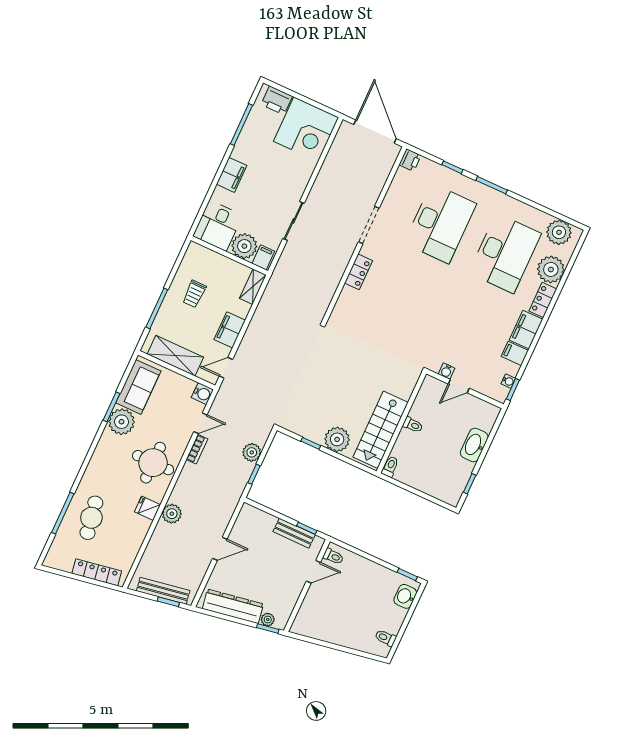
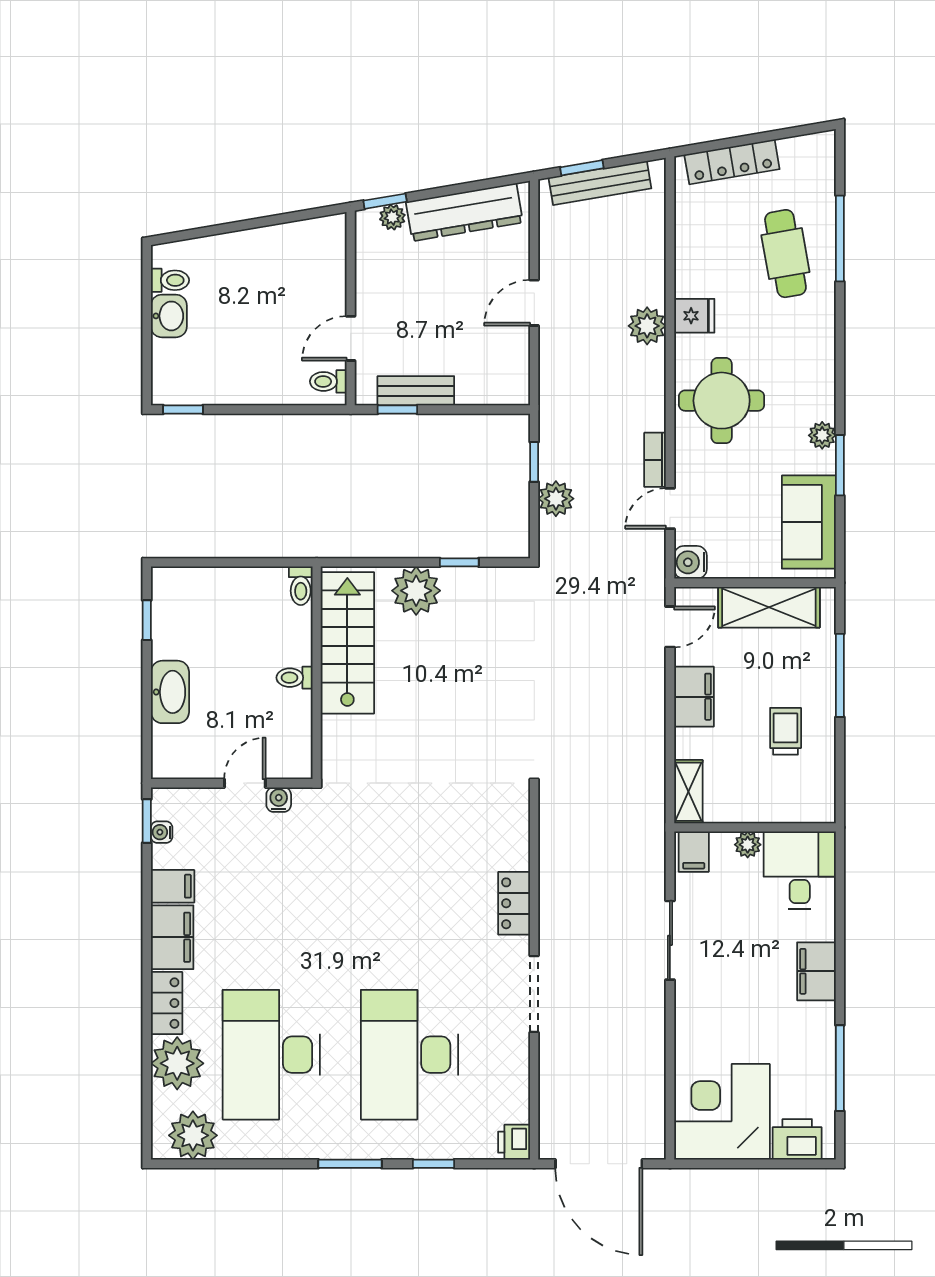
plant: (244, 246) -> (748, 845), width x0.53, depth x0.53
plant: (122, 422) -> (822, 435), width x0.53, depth x0.53
washbasin: (405, 596) -> (169, 316), moved

